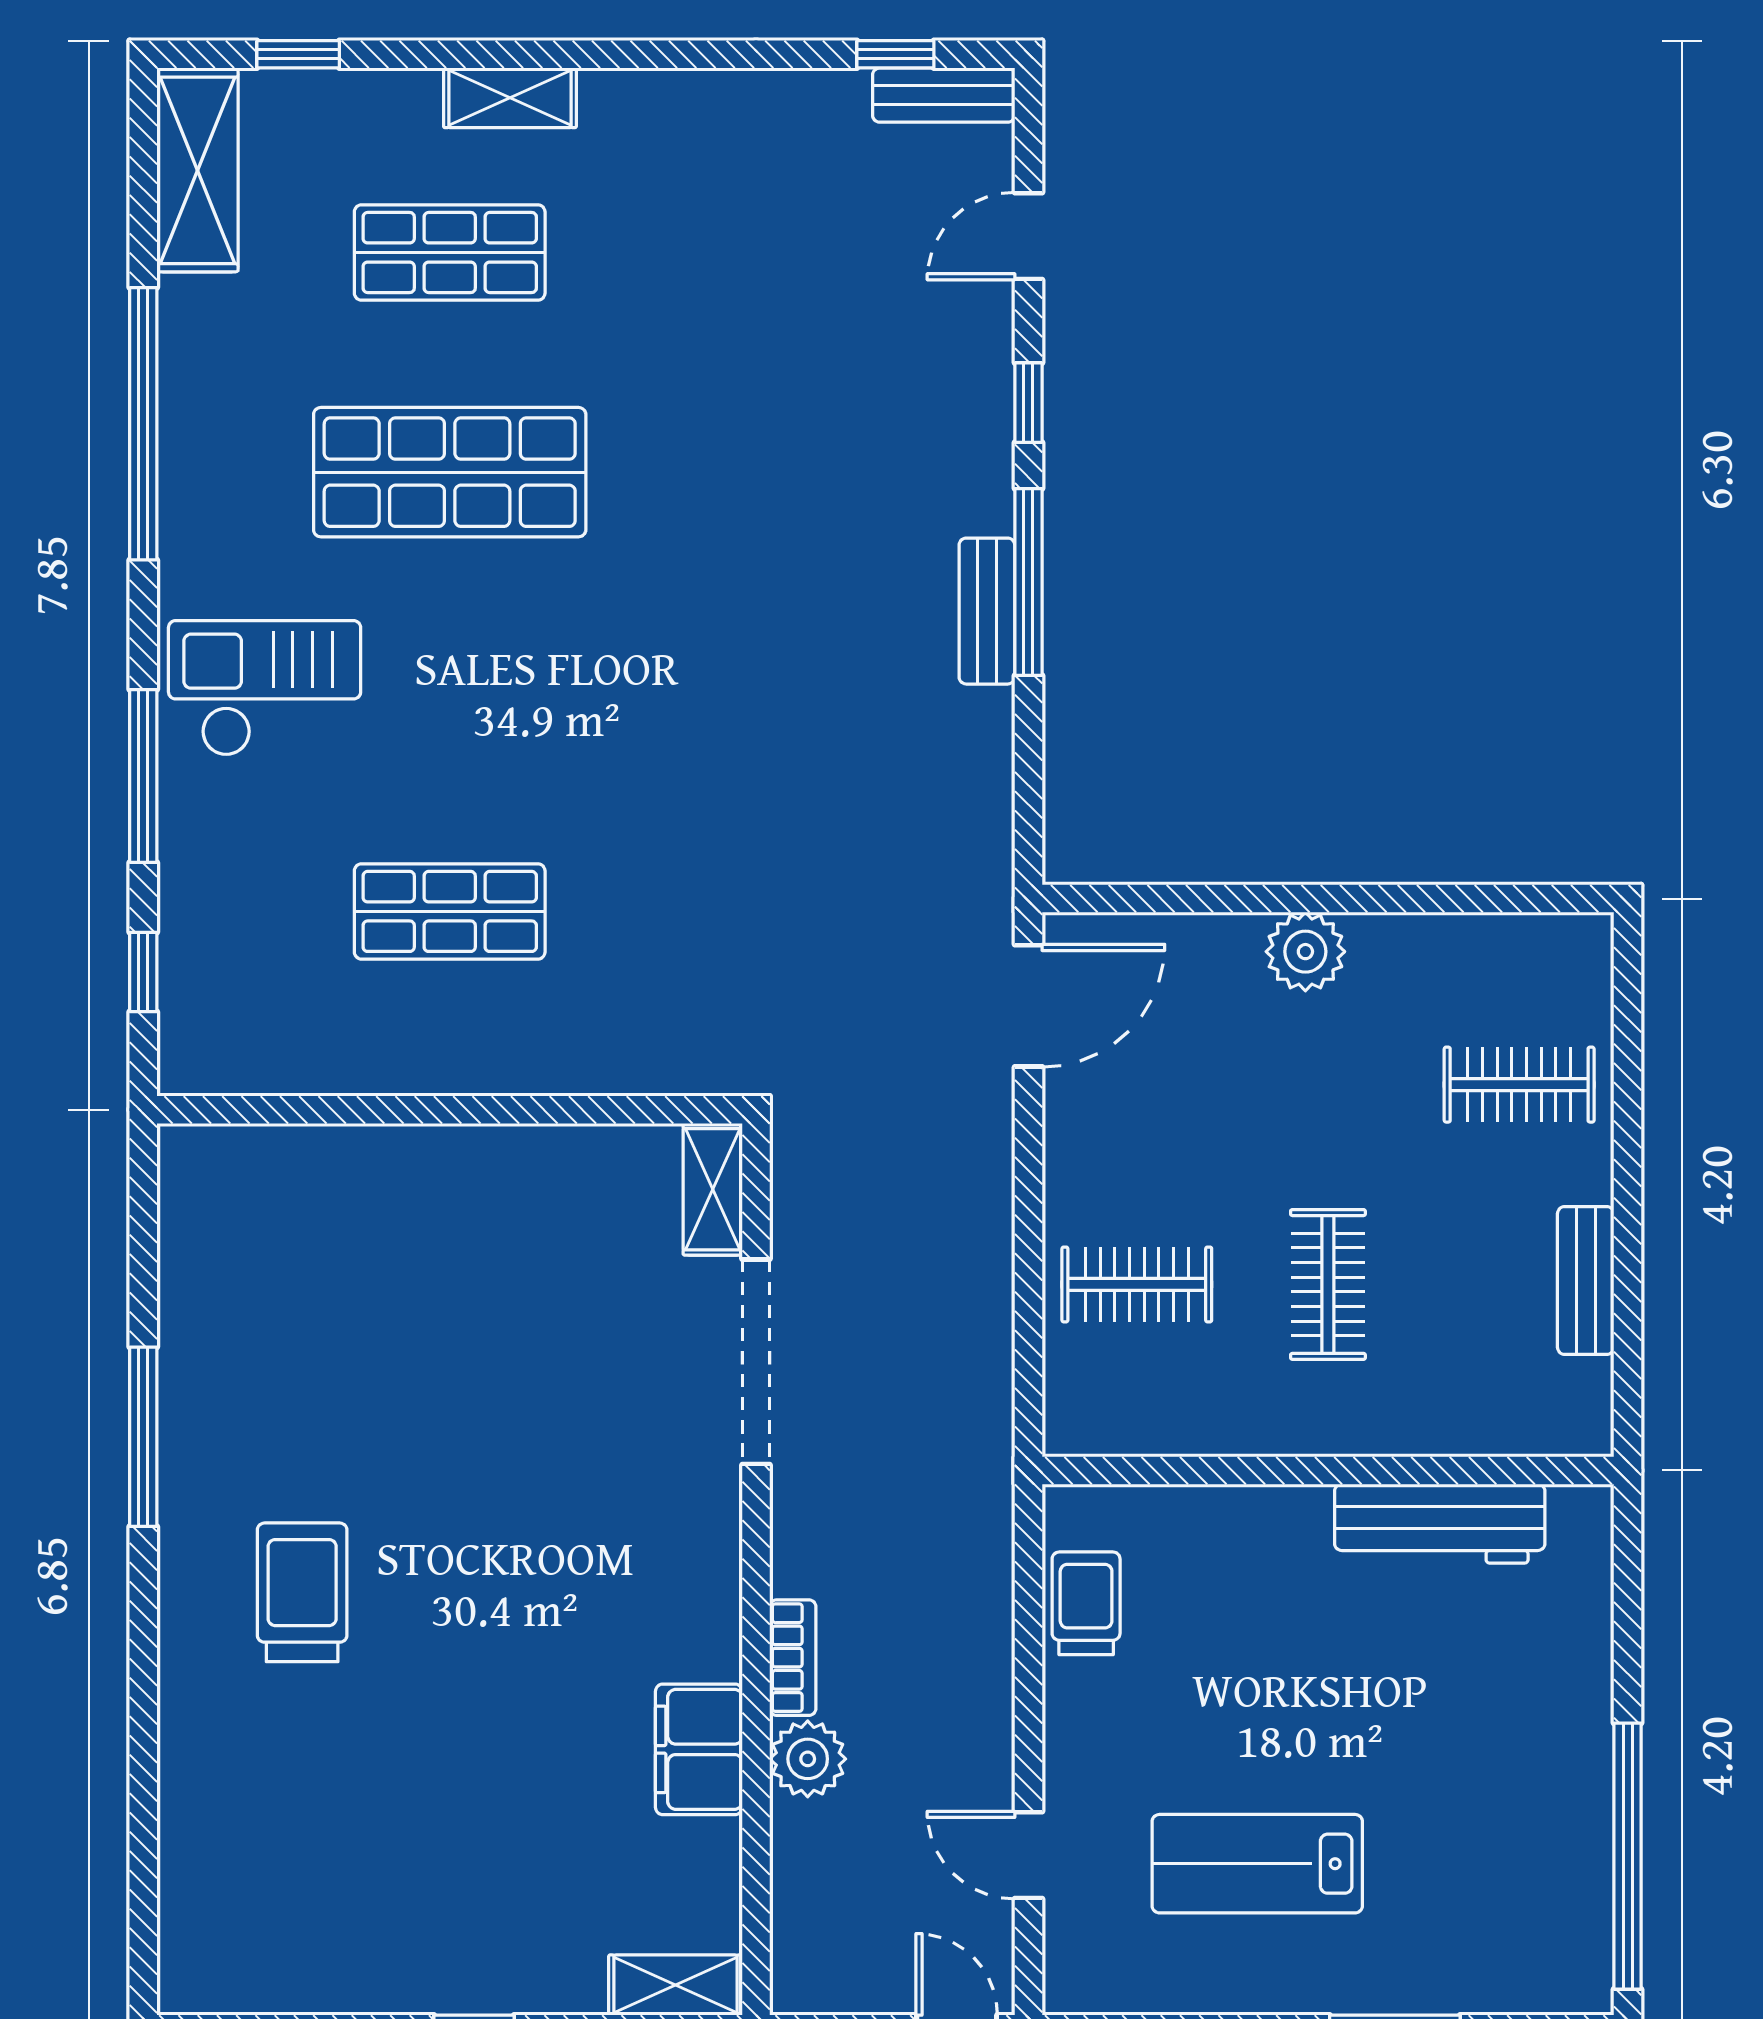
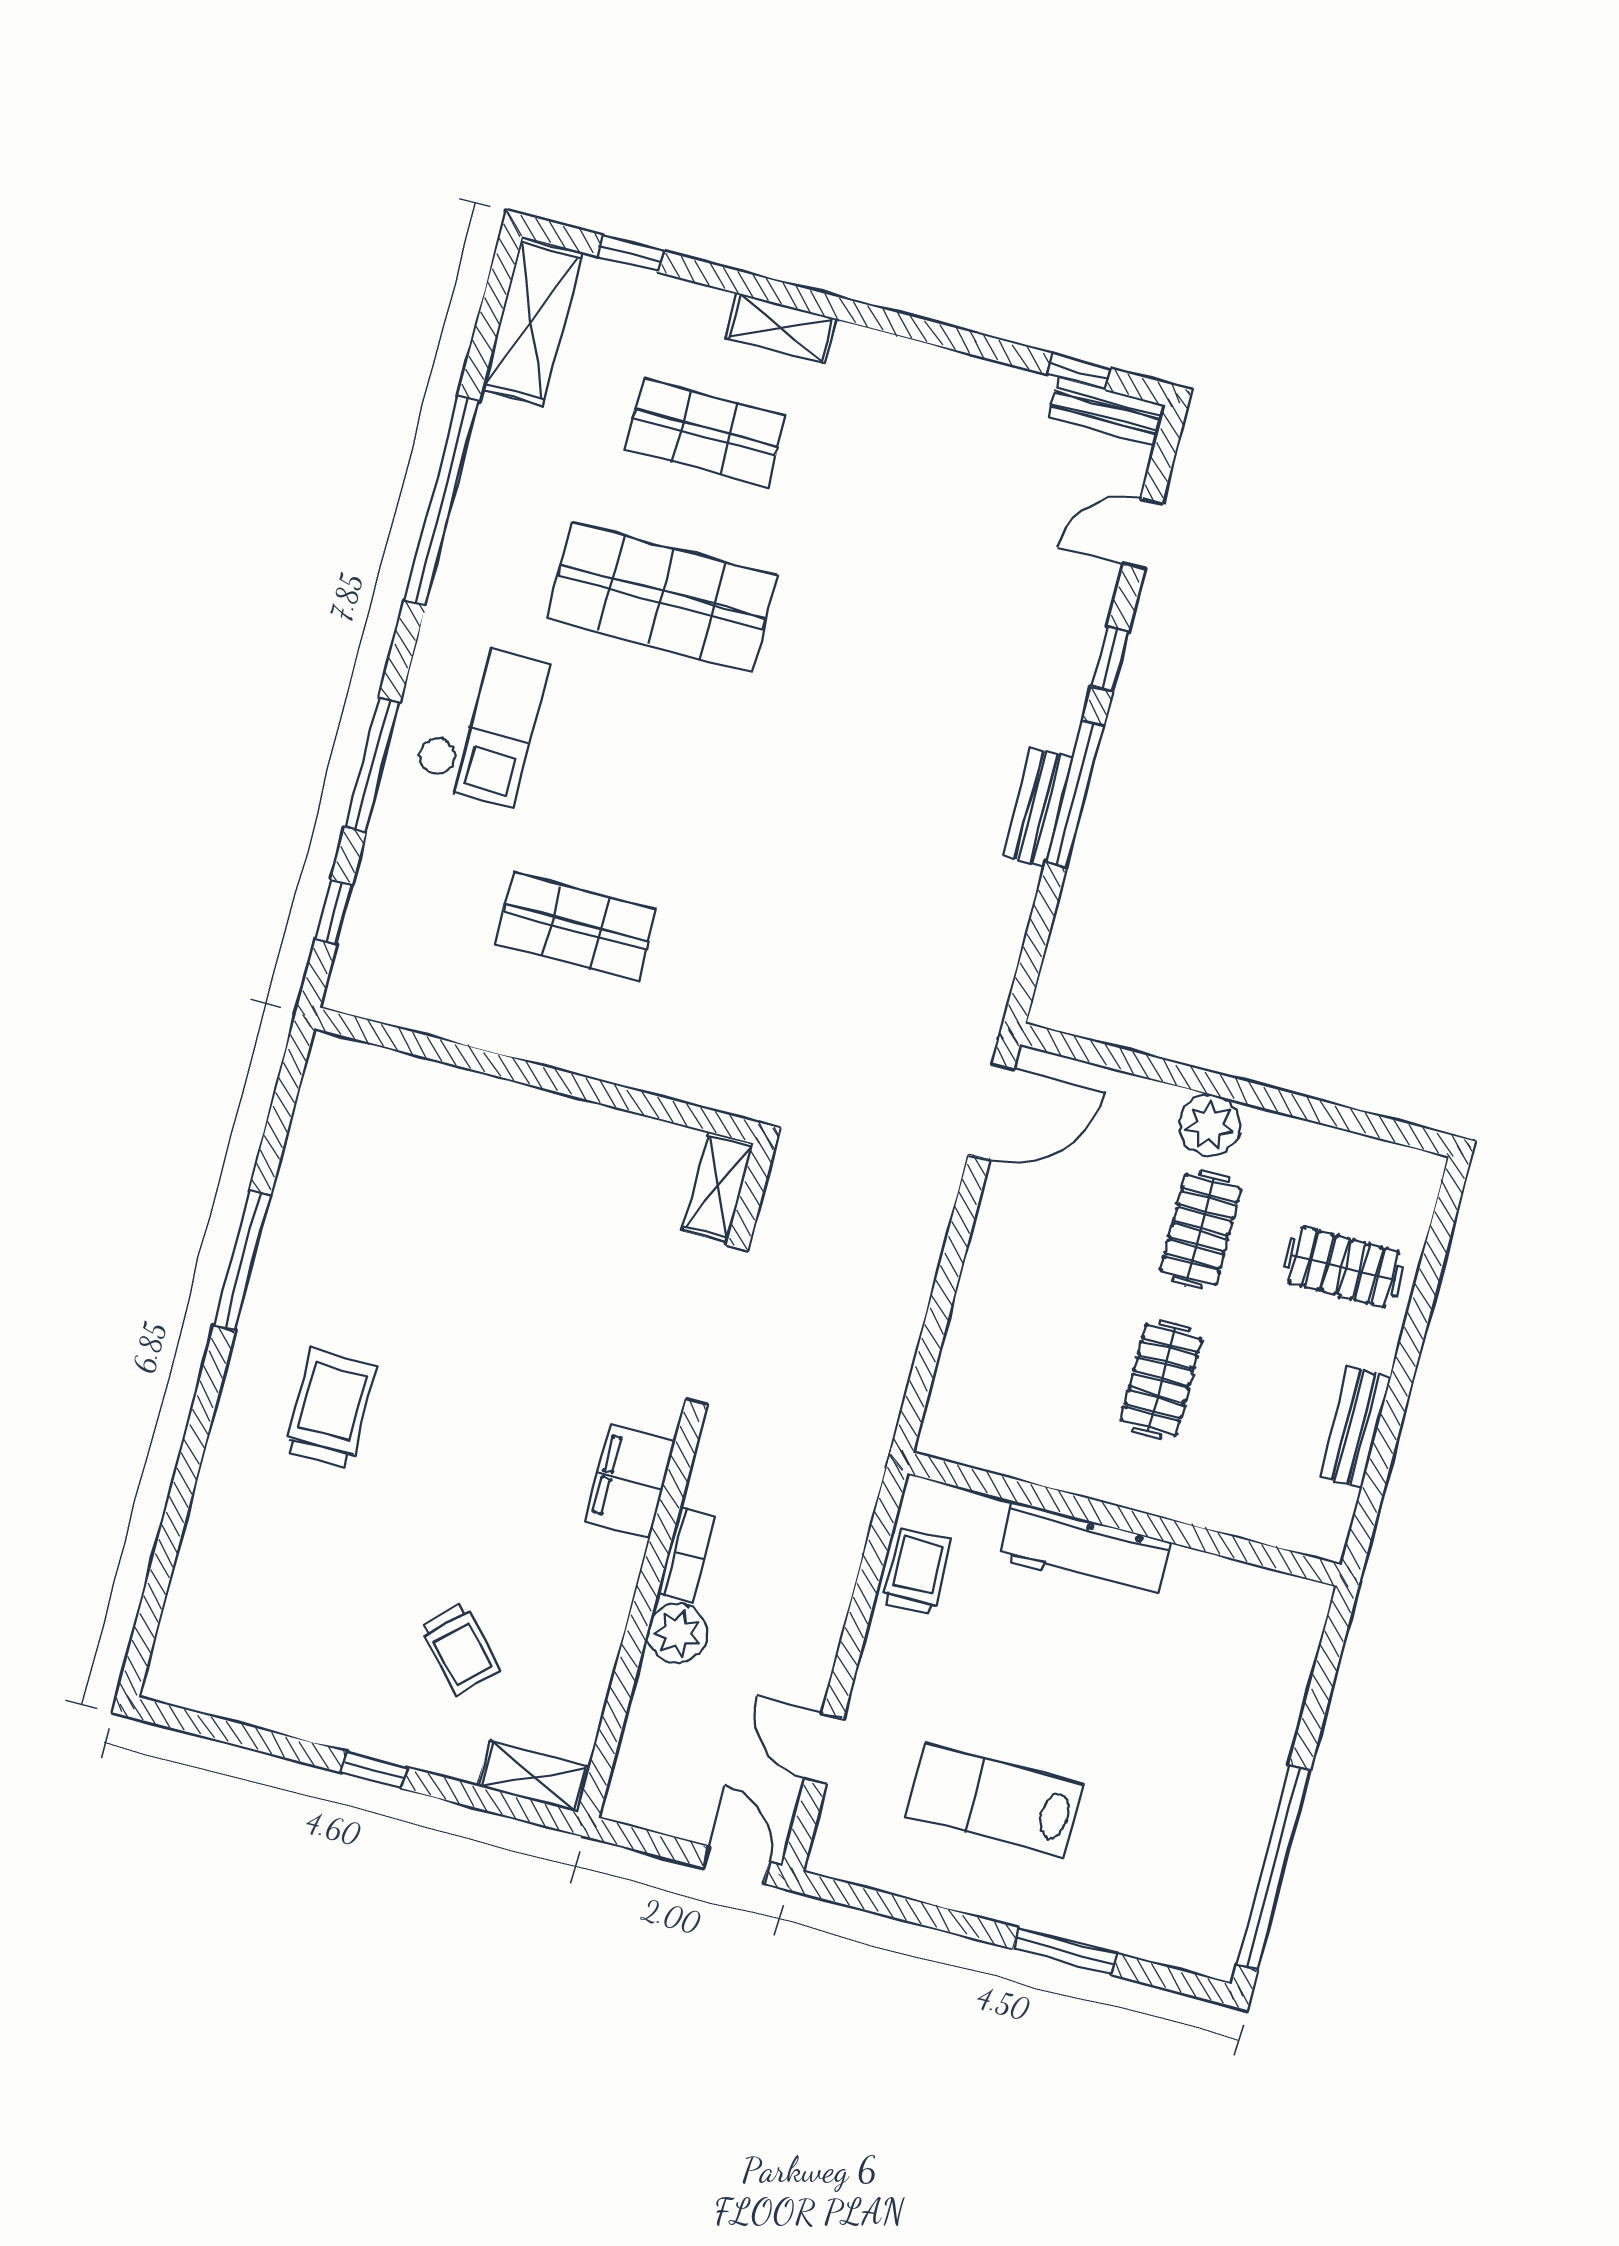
checkout: (265, 688) -> (481, 723), turned 90
clothes rail: (1137, 1284) -> (1200, 1230), moved, turned 90
workbench: (1440, 1524) -> (1085, 1551), moved
filing cabinet: (699, 1749) -> (630, 1481), moved
trolley: (542, 1850) -> (460, 1649), added

